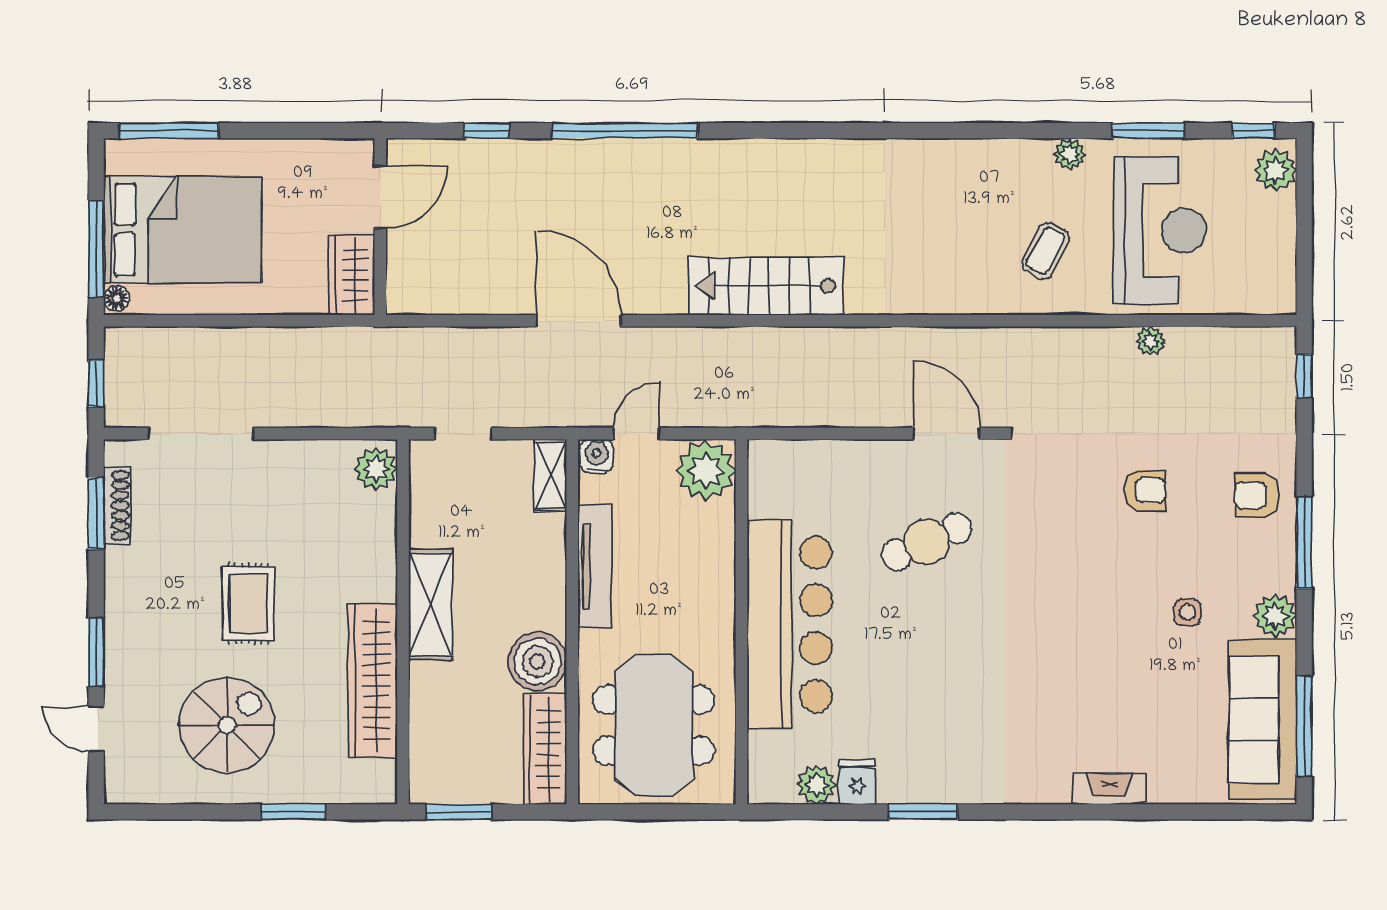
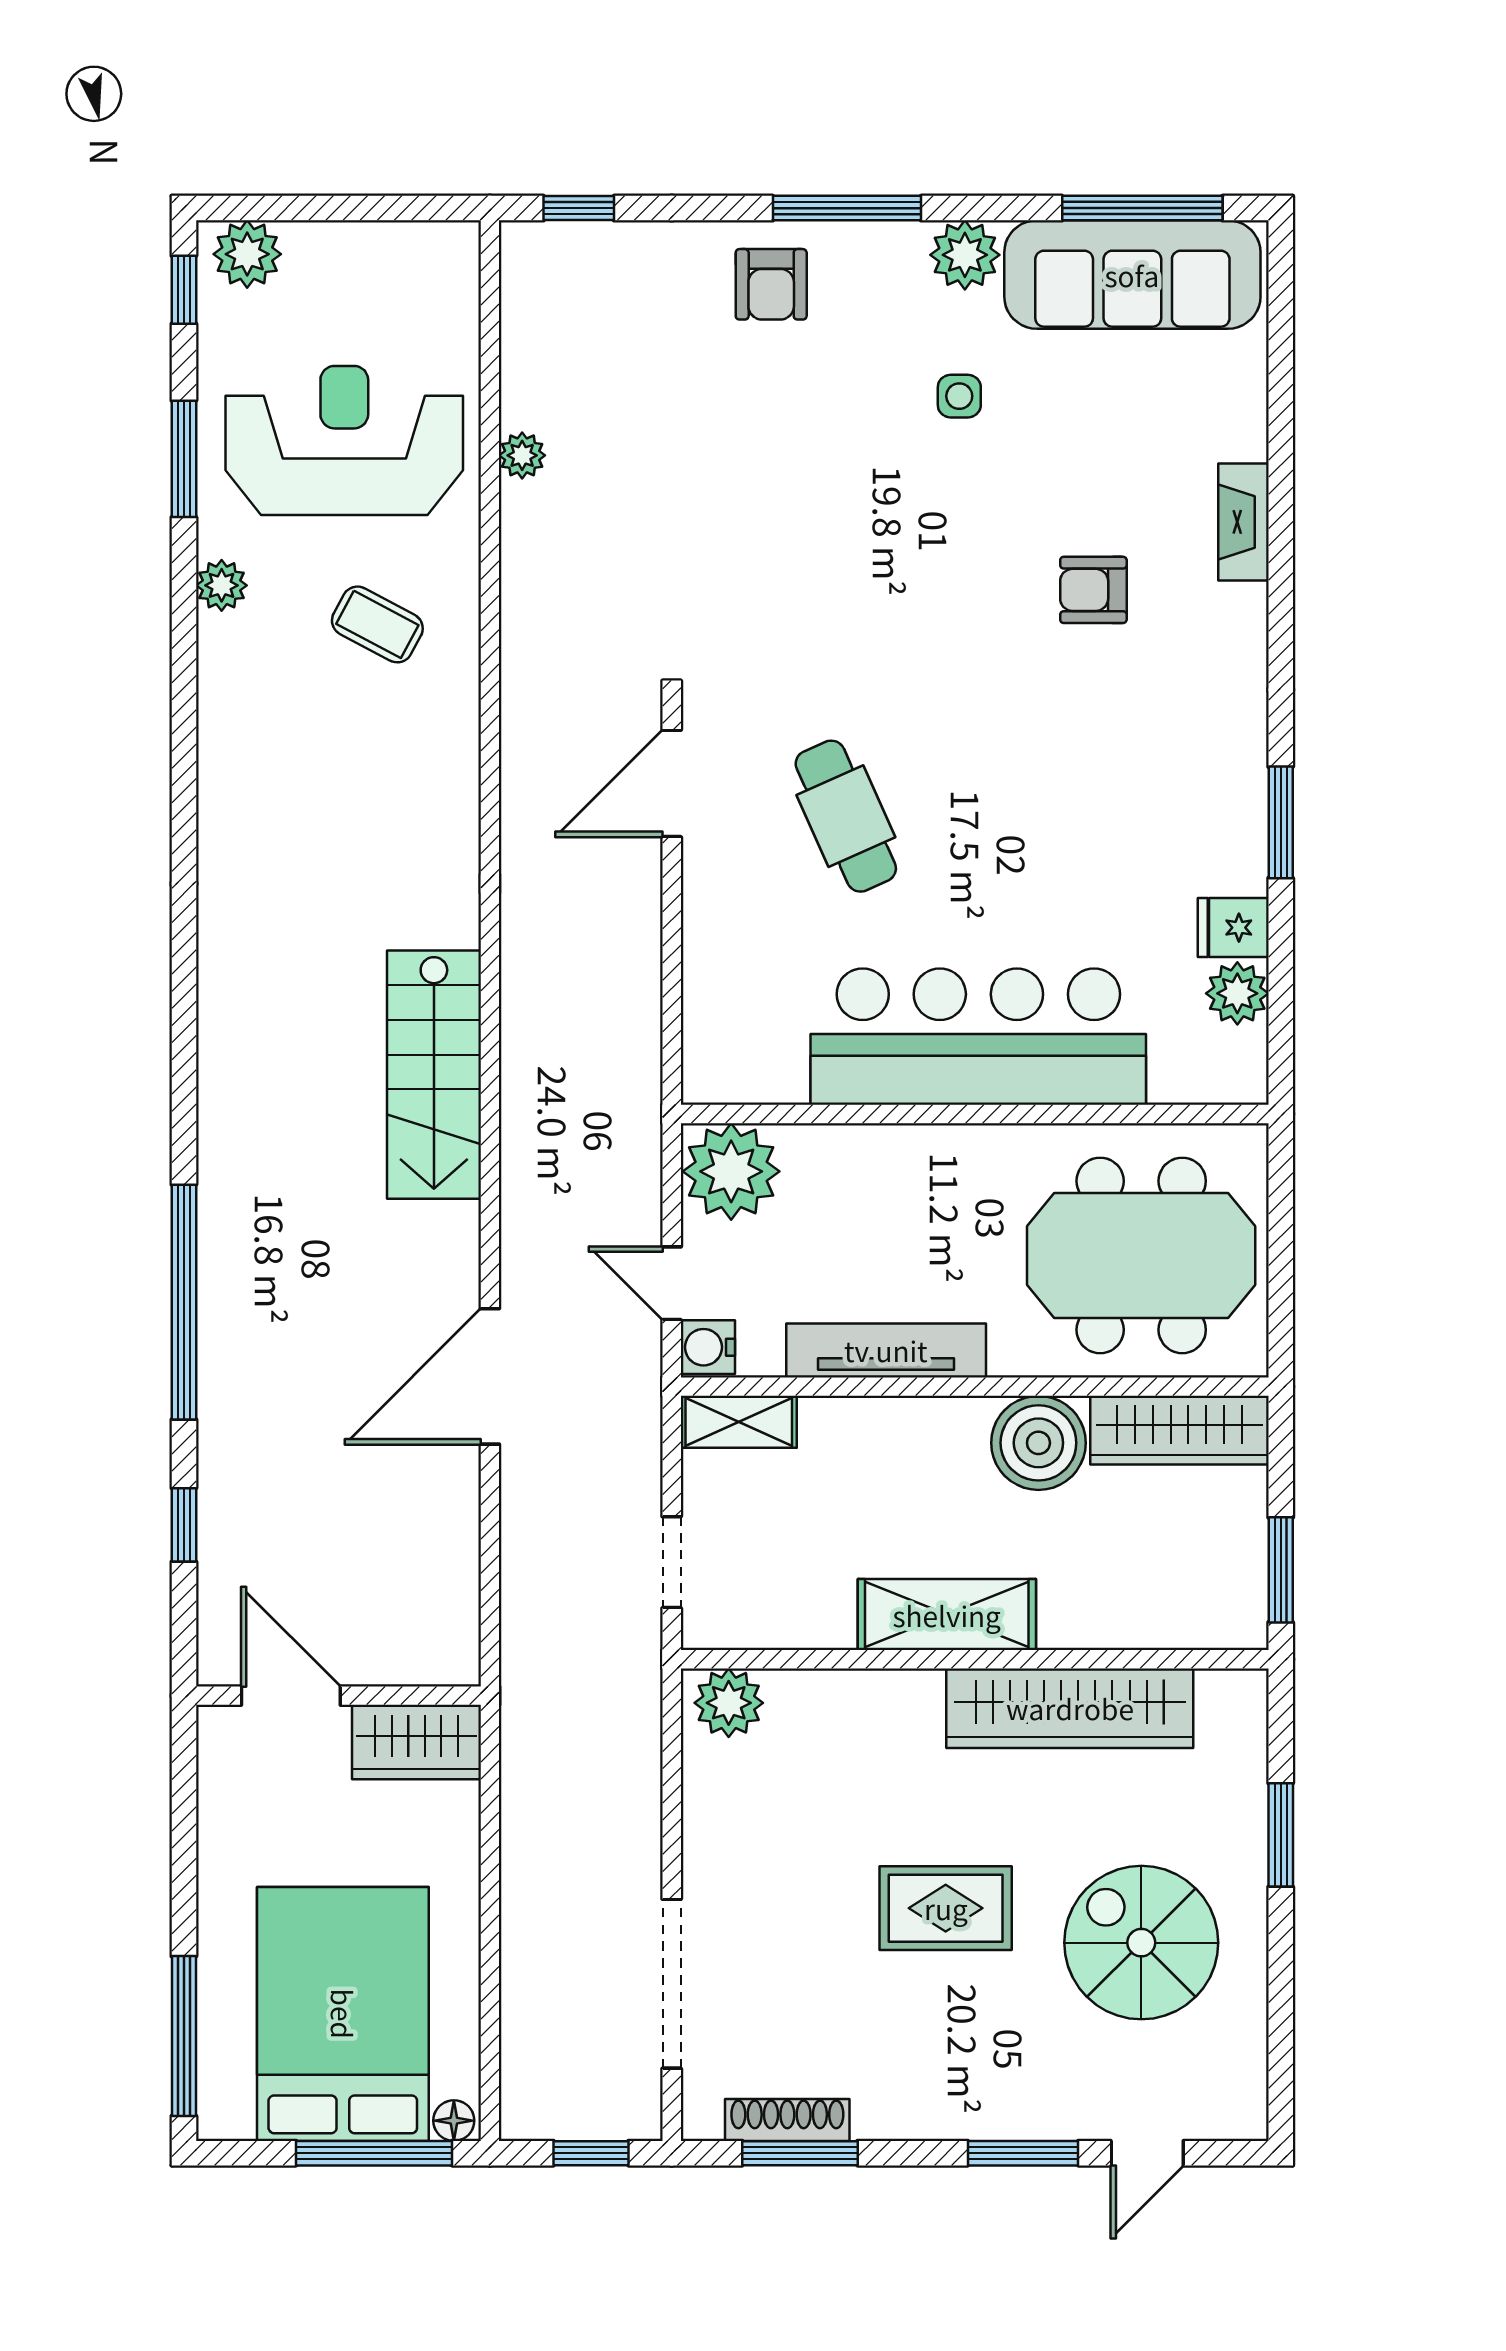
armchair: (1145, 490) -> (1093, 590), moved, turned -90

